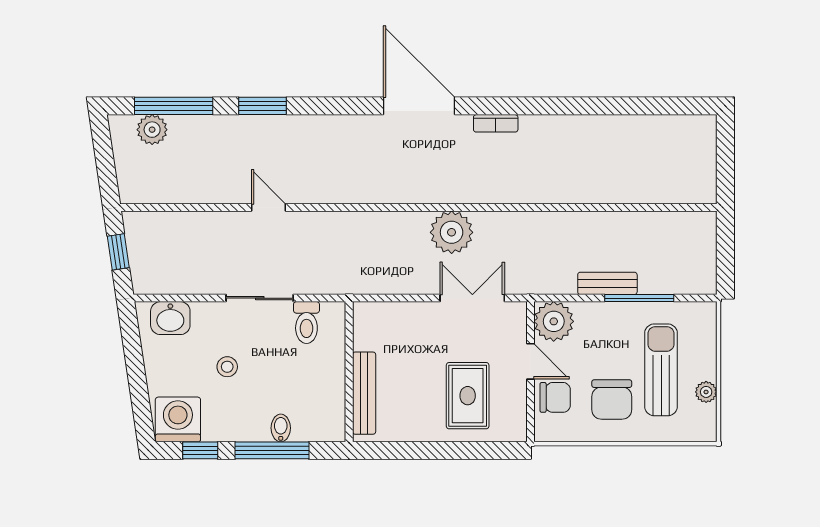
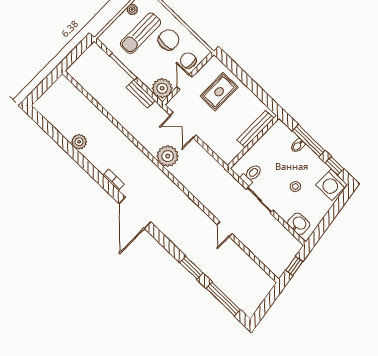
plant: (152, 130) -> (79, 142), moved
bench: (607, 283) -> (141, 94), moved

